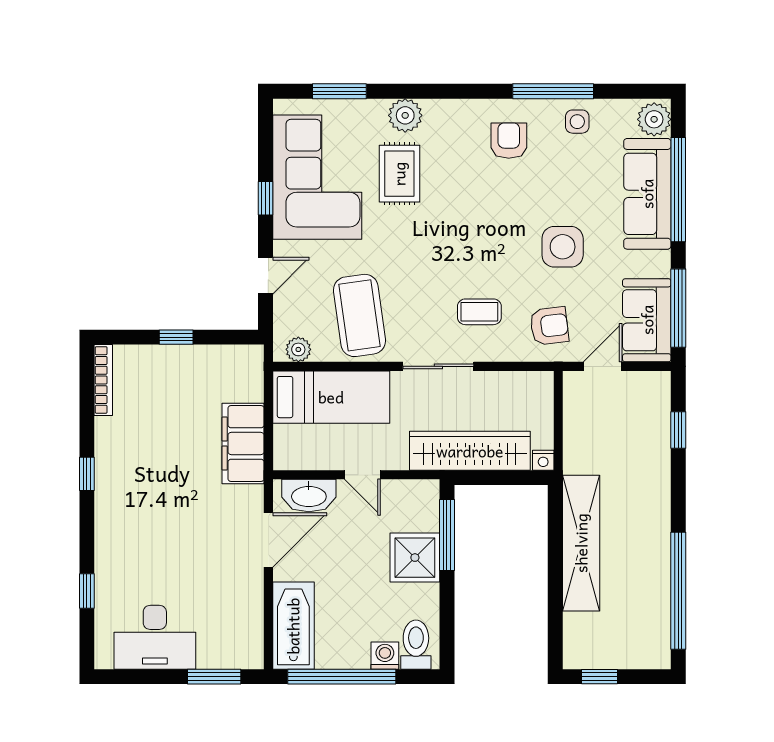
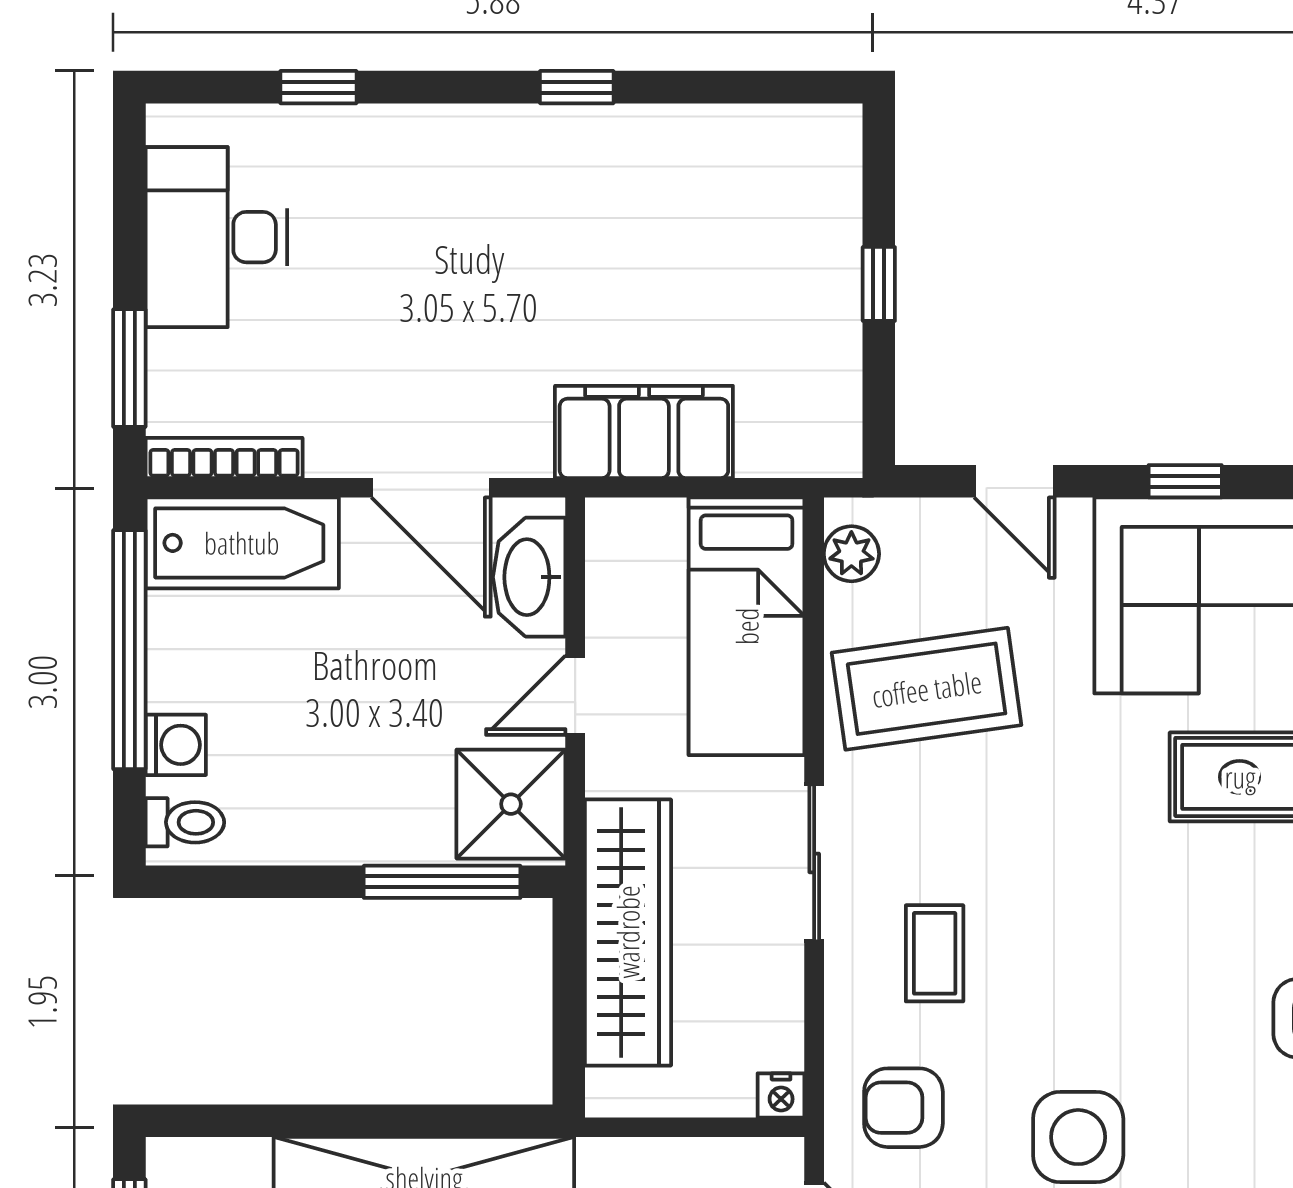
armchair: (549, 326) -> (903, 1108), turned 97
bookcase: (103, 380) -> (224, 458), moved, turned 180
nightstand: (543, 460) -> (781, 1095), moved, turned -90
shower: (415, 558) -> (511, 804), moved
toilet: (416, 645) -> (185, 822), width x0.73, depth x0.72

